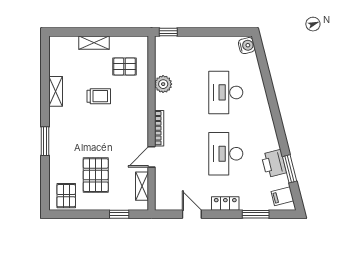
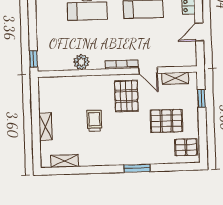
pallet: (124, 67) -> (126, 96), moved, width x1.50, depth x1.42
shelving: (56, 91) -> (65, 161), moved

